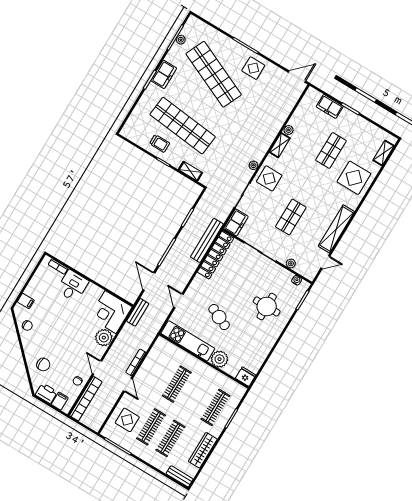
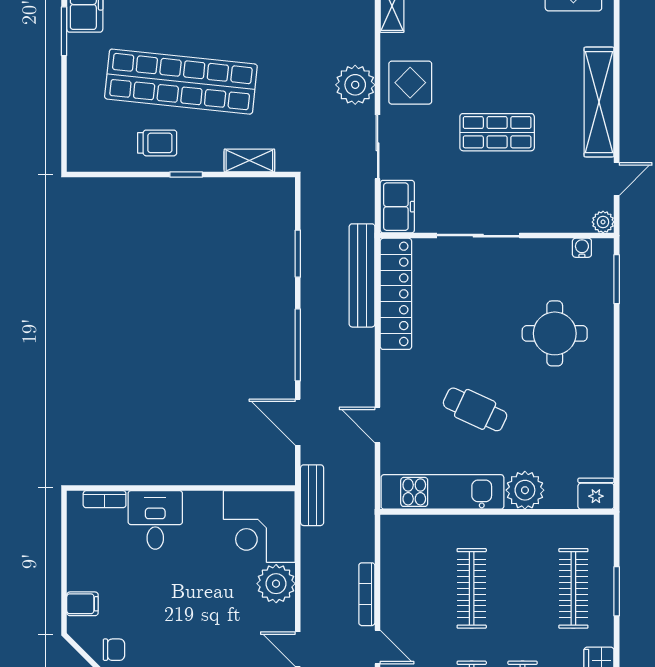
plant: (253, 165) -> (355, 85), width x1.88, depth x1.88
shop shelf: (291, 217) -> (497, 132), turned 90
plant: (291, 263) -> (603, 222), moved

